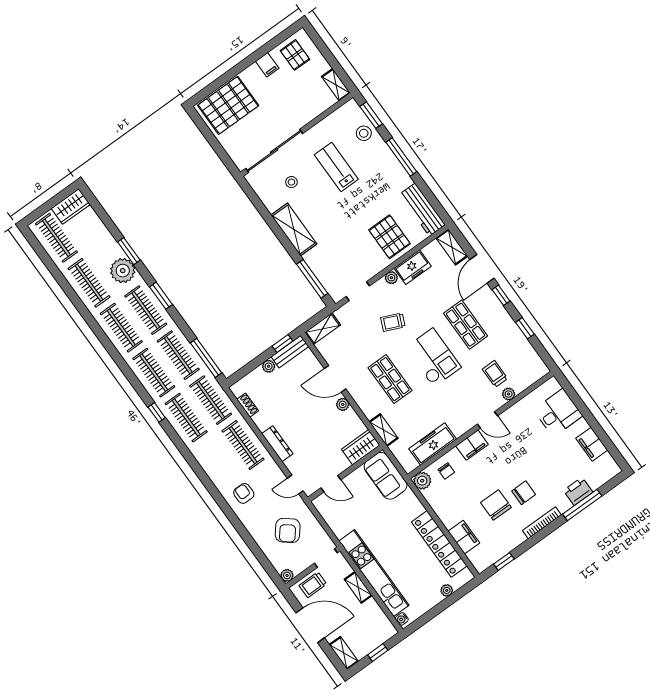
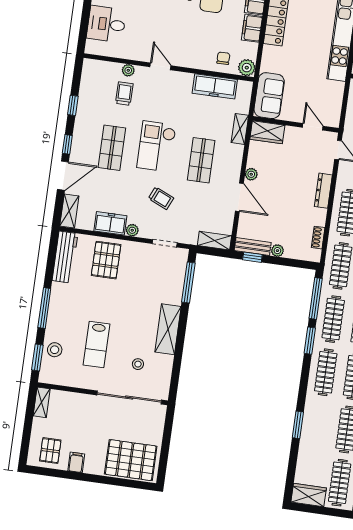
plant: (123, 271) -> (315, 415), removed
window: (161, 296) -> (310, 341), moved
trolley: (495, 374) -> (124, 94), turned 180
filing cabinet: (472, 445) -> (252, 28), moved, turned -90

